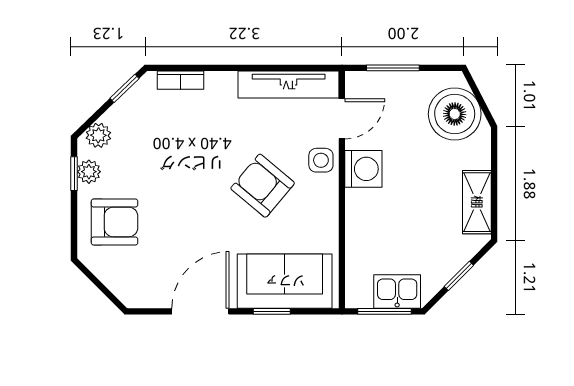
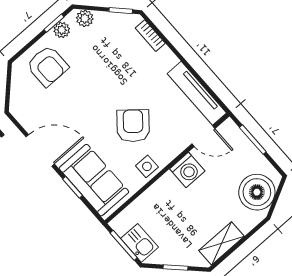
side table: (321, 160) -> (147, 166), moved

